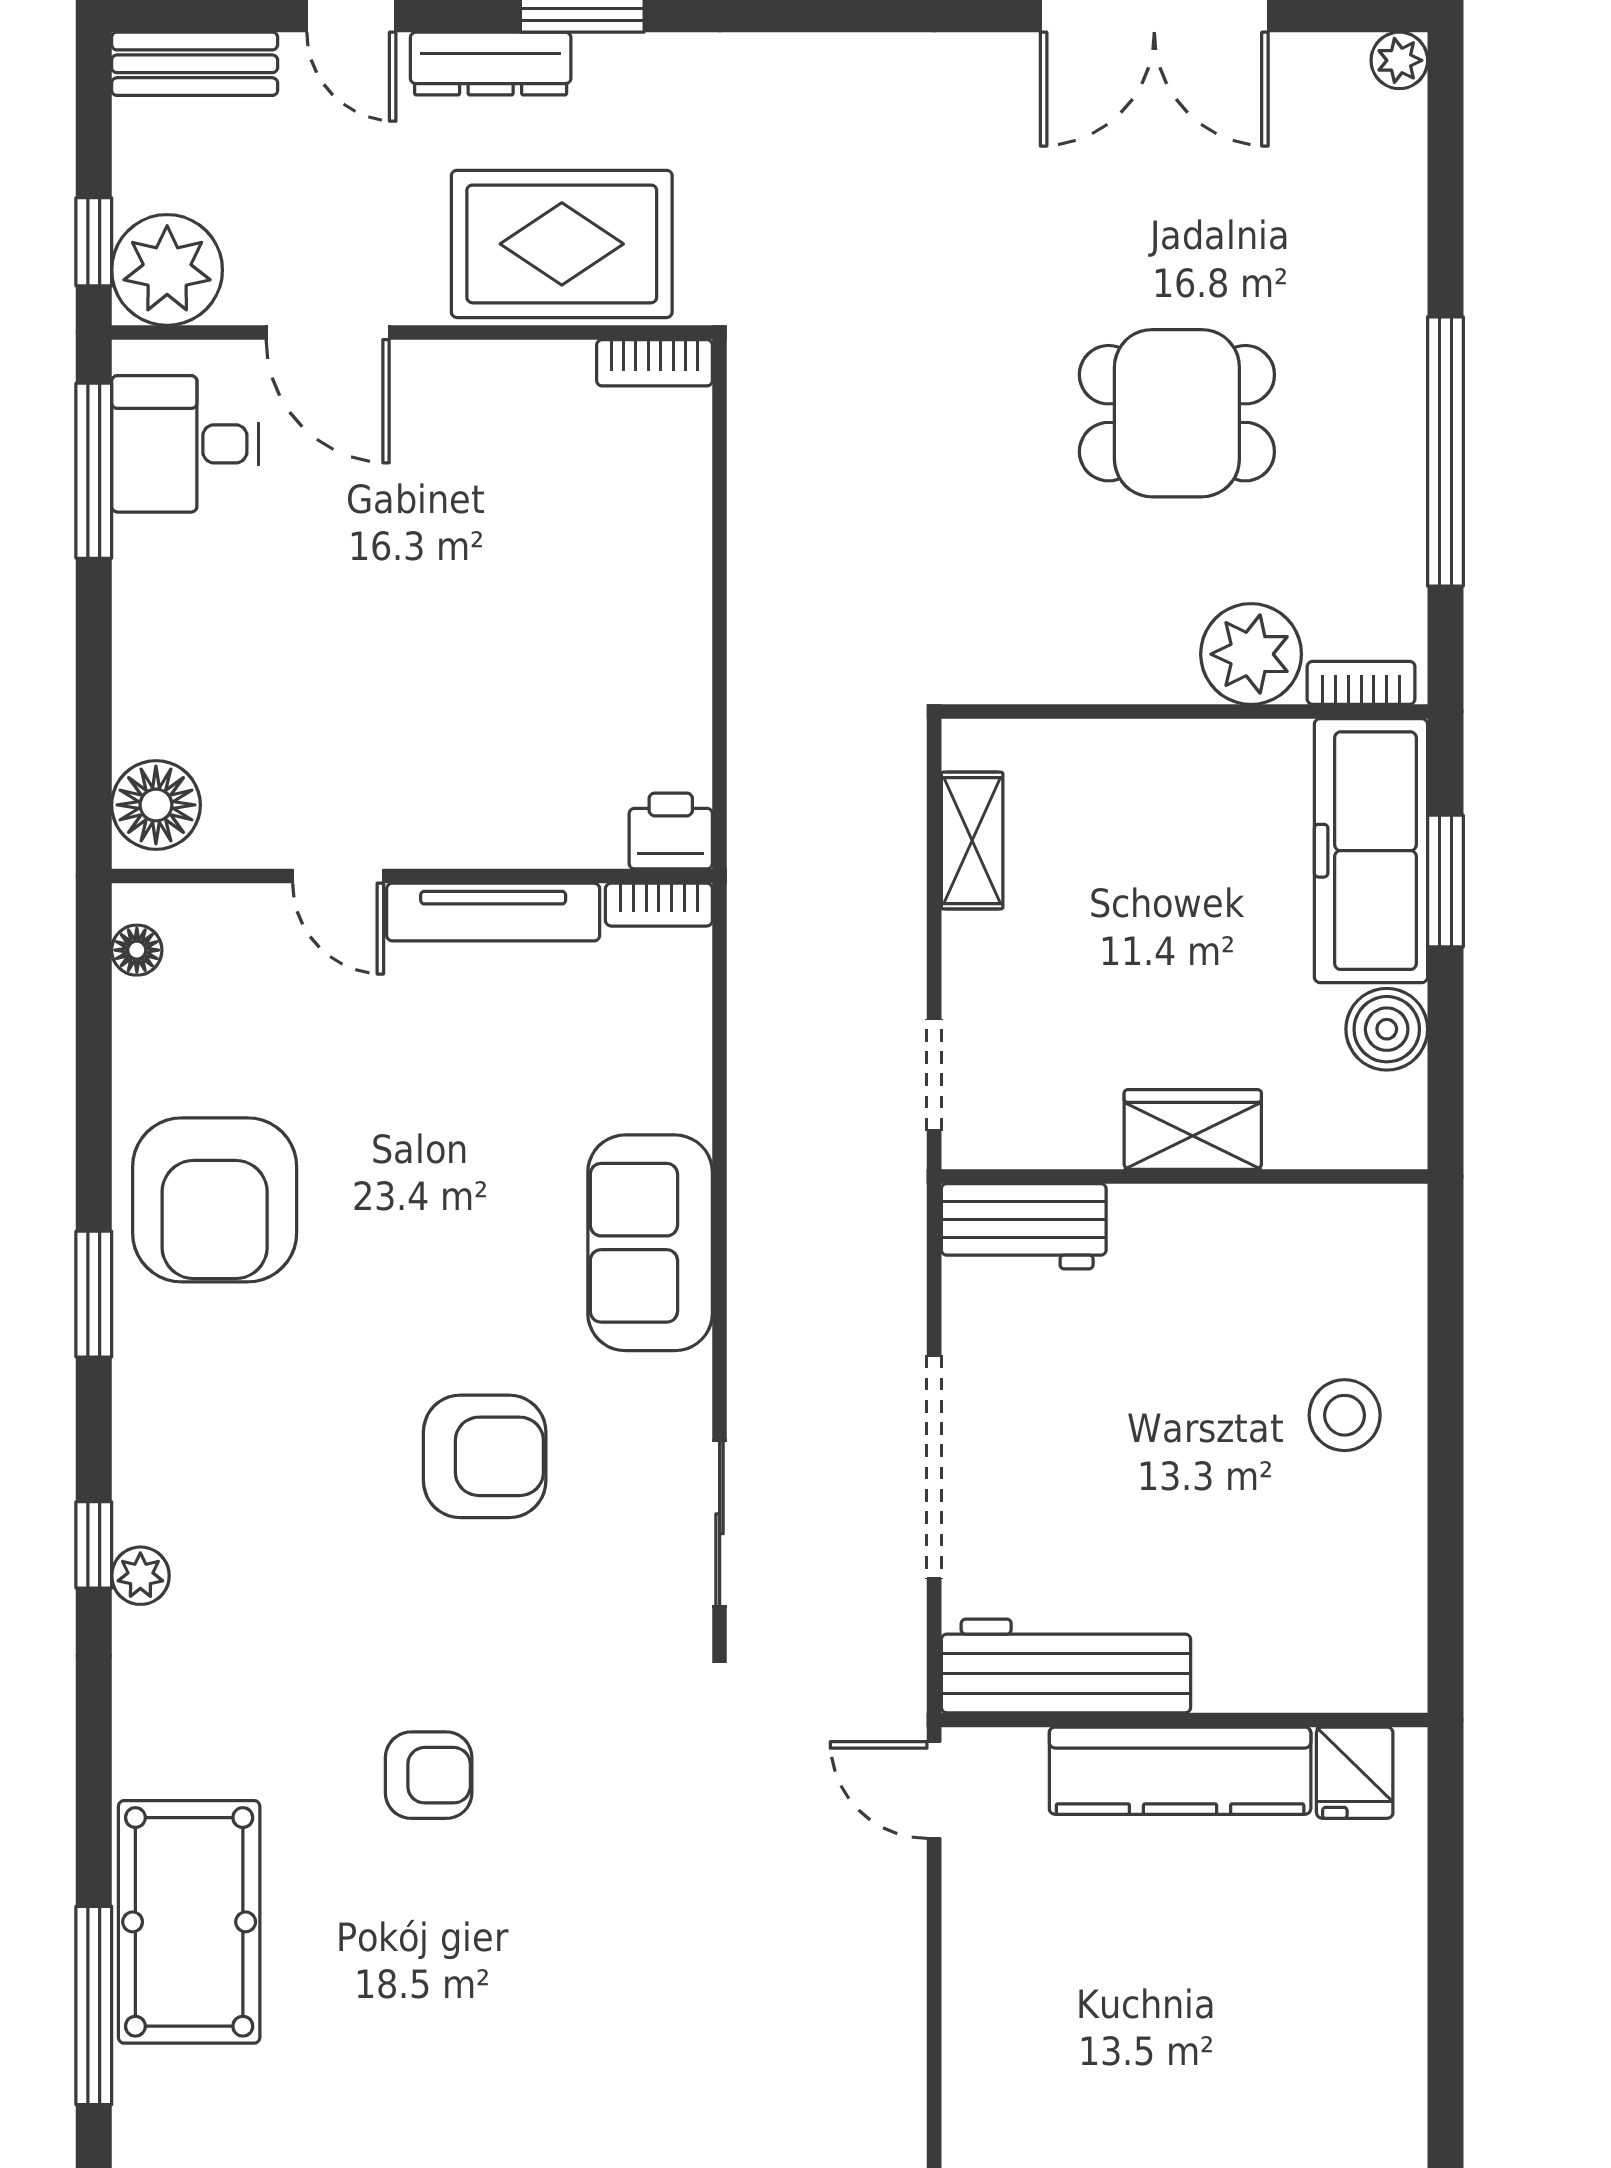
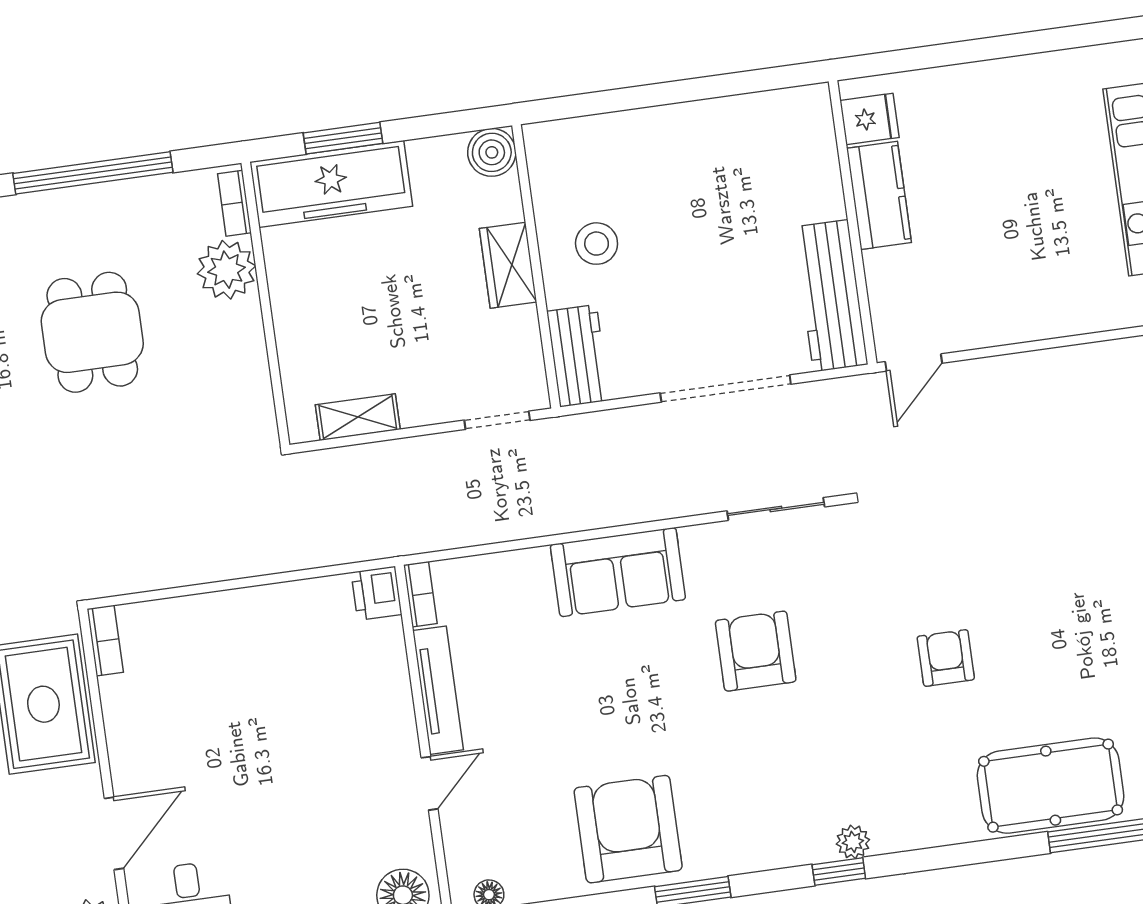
boiler: (1387, 1029) -> (492, 152), moved
armchair: (215, 1200) -> (628, 829), turned -90
stool: (1345, 1415) -> (597, 244), moved
kitchen counter: (1180, 1771) -> (879, 195), width x0.67

